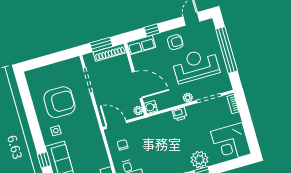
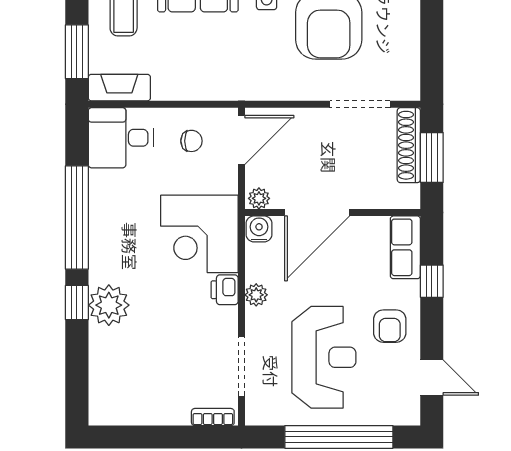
shoe rack: (110, 52) -> (409, 145), moved
plant: (188, 98) -> (256, 295), moved
corner desk: (231, 143) -> (199, 234), moved, turned -90

